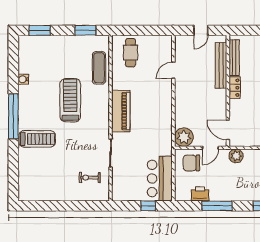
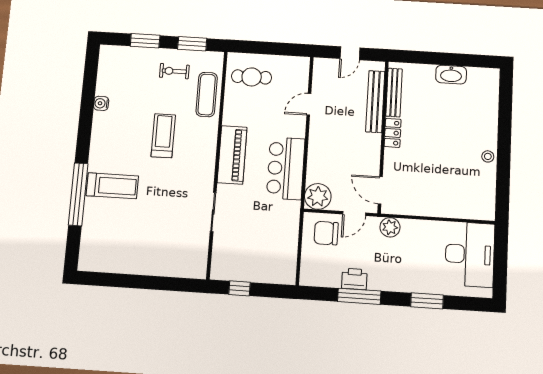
window: (40, 30) -> (145, 41), moved
cafe table: (131, 53) -> (252, 77), turned 90
treadmill: (70, 100) -> (163, 136), width x0.73, depth x0.73
window: (13, 116) -> (78, 194), moved
exercise bike: (90, 178) -> (174, 71), moved
bar counter: (160, 179) -> (286, 168), moved
printer: (200, 194) -> (354, 279), moved
window: (148, 206) -> (239, 288), moved

